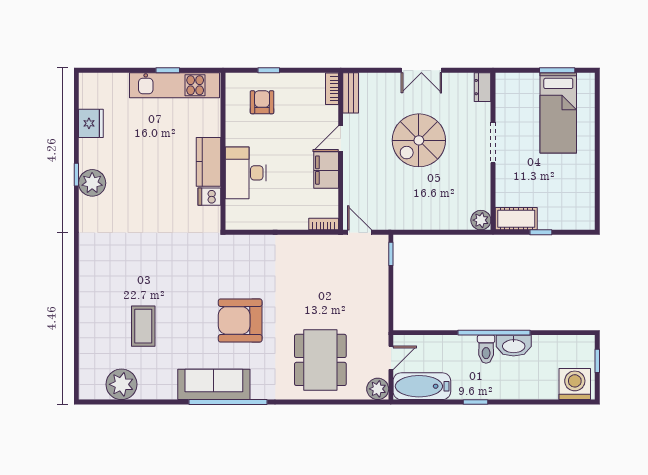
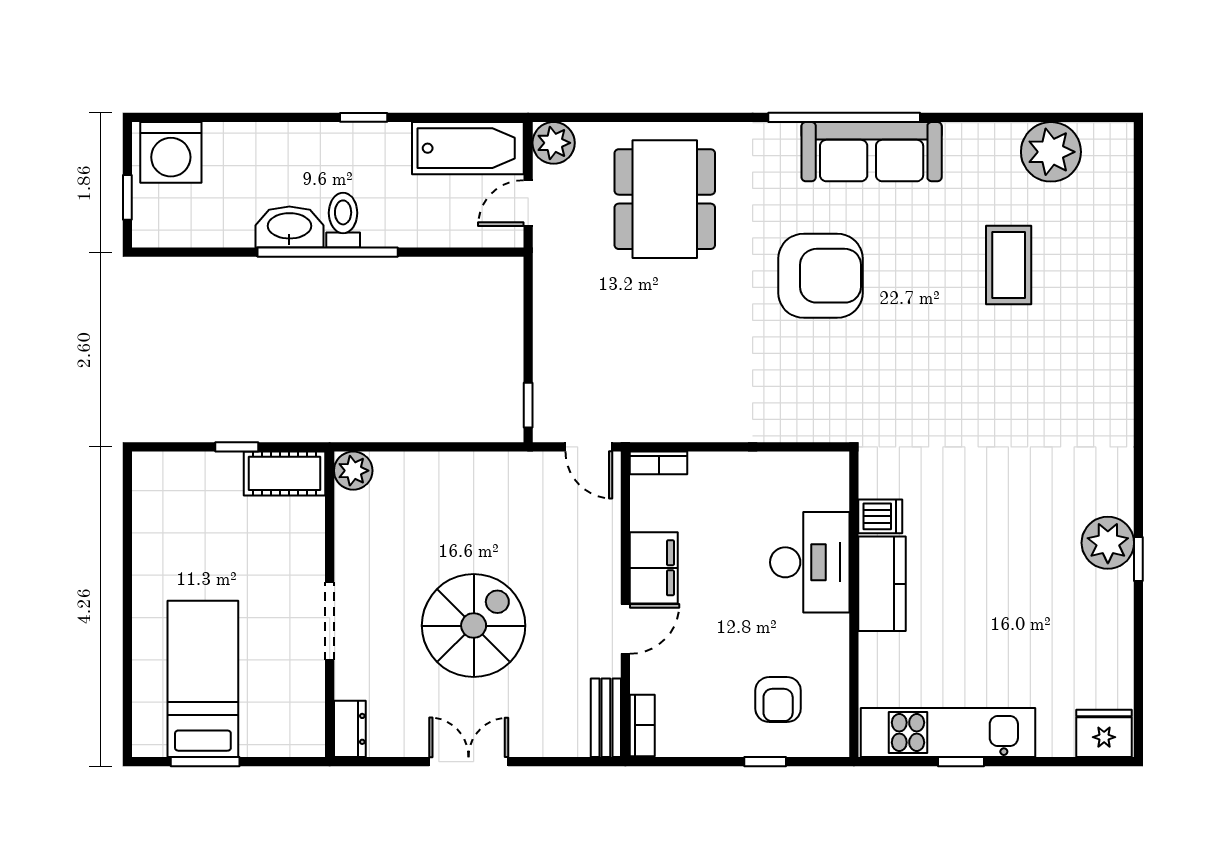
fridge: (91, 123) -> (1104, 733), moved, turned 90

